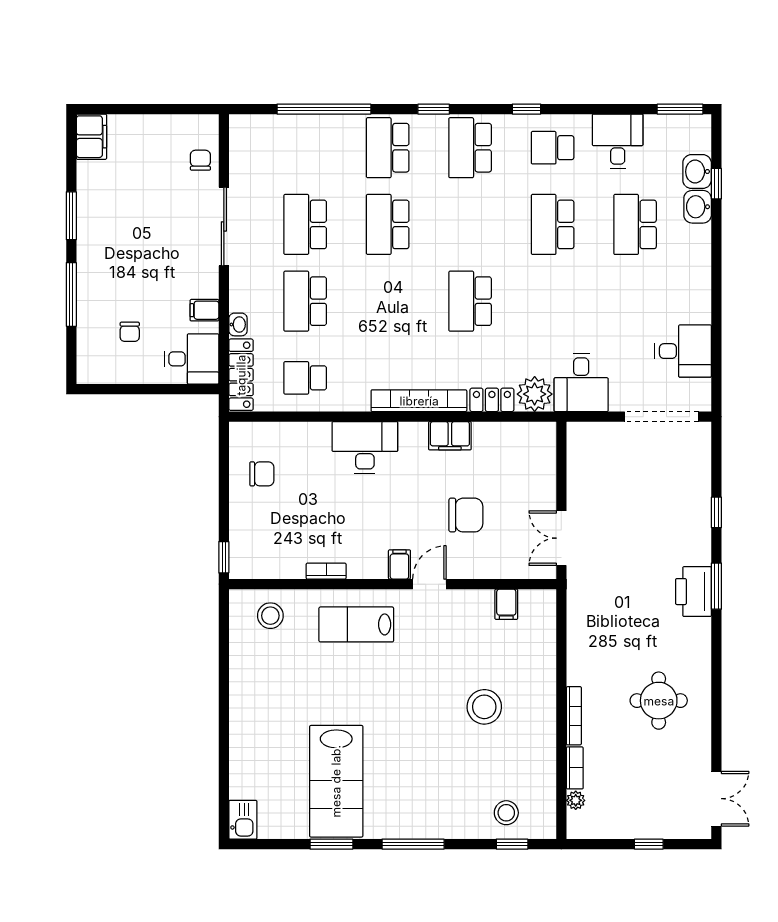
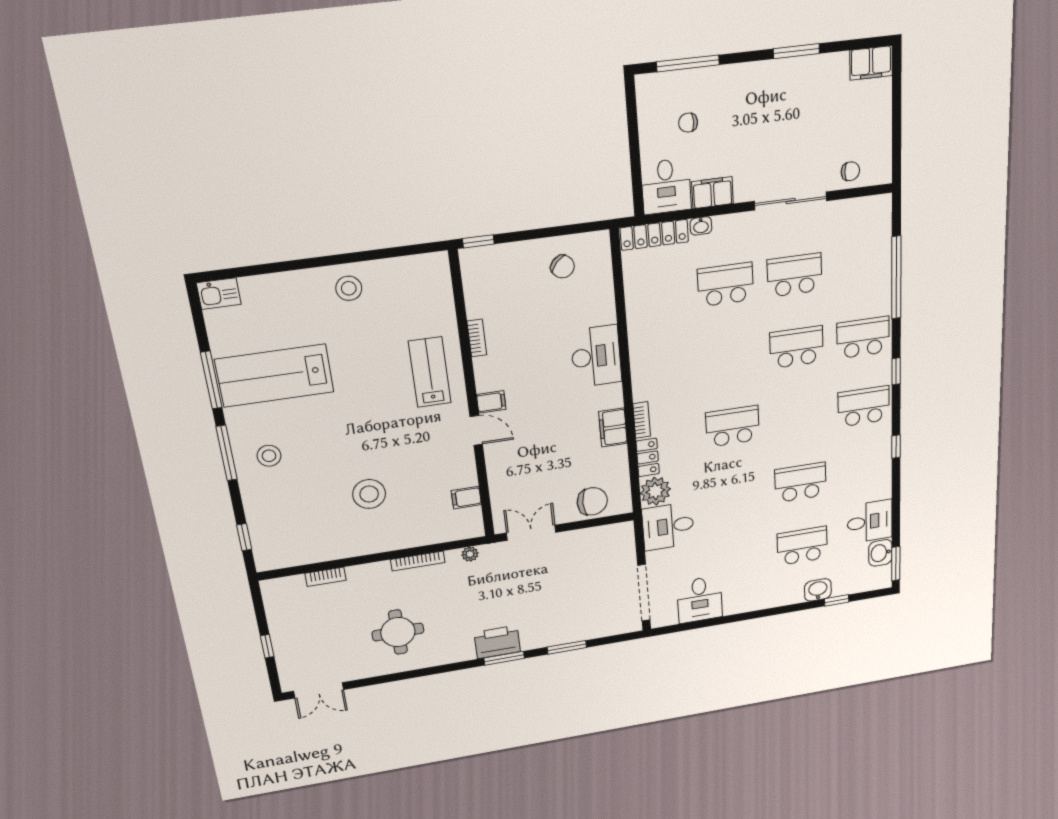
school desk: (553, 148) -> (864, 472), removed
washbasin: (697, 172) -> (880, 553), moved, turned -90
window: (71, 294) -> (688, 63), moved
filing cabinet: (204, 310) -> (713, 193), width x2.00
school desk: (305, 378) -> (656, 294), removed
bookcase: (419, 401) -> (642, 420), width x0.43, depth x0.76
chair: (262, 474) -> (563, 267), turned -47
window: (716, 512) -> (567, 647), width x1.50
chair: (466, 515) -> (592, 501), moved, turned -90
stool: (270, 616) -> (349, 288), moved
bookcase: (574, 716) -> (418, 561), moved
plant: (576, 800) -> (470, 554), moved
stool: (506, 813) -> (269, 456), moved
window: (331, 844) -> (211, 380), width x1.44

